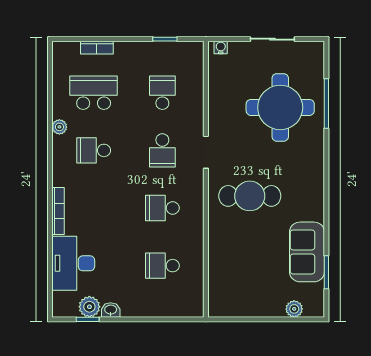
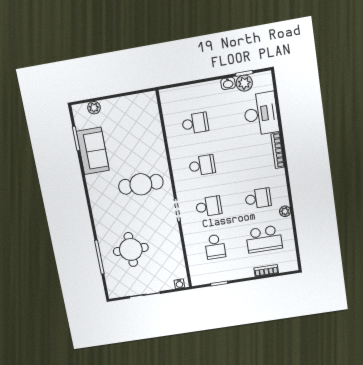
round table: (280, 107) -> (131, 249), width x0.73, depth x0.73
school desk: (162, 150) -> (209, 206), turned 90

